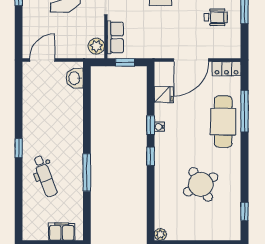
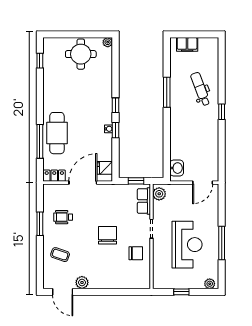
fridge: (164, 94) -> (105, 168), moved
round table: (201, 184) -> (81, 54), moved, turned 30

